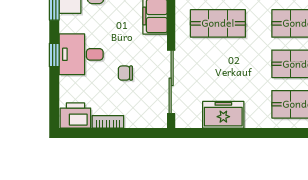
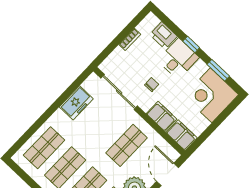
chair: (125, 73) -> (152, 85), moved
printer: (75, 116) -> (164, 35), moved, turned 90

